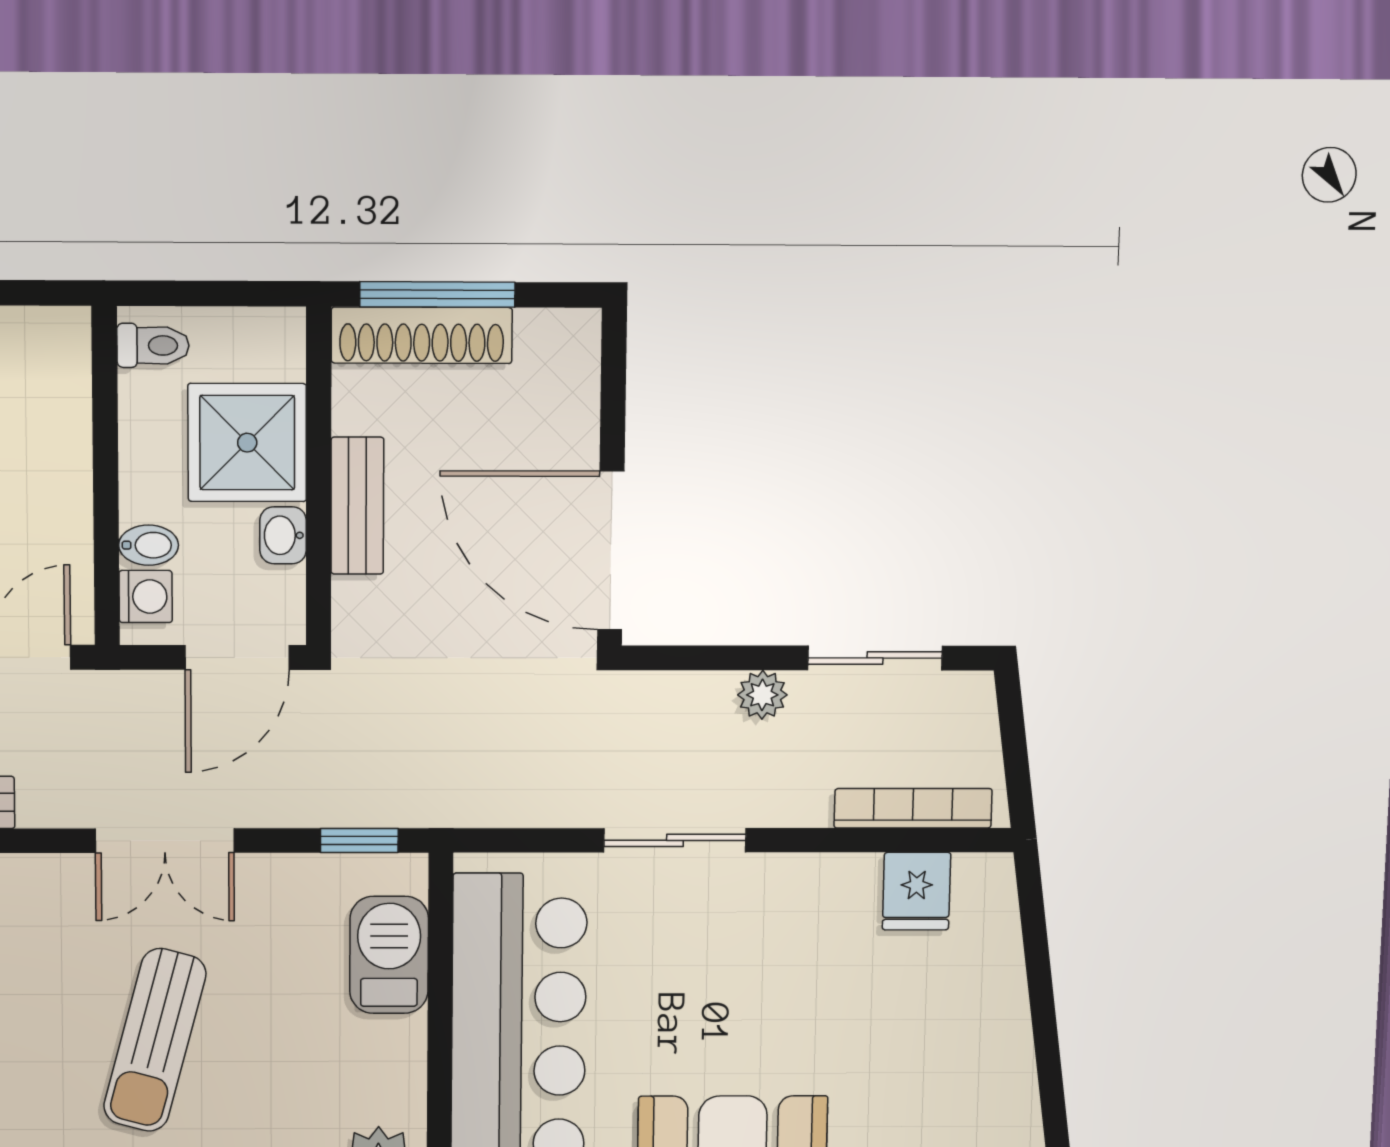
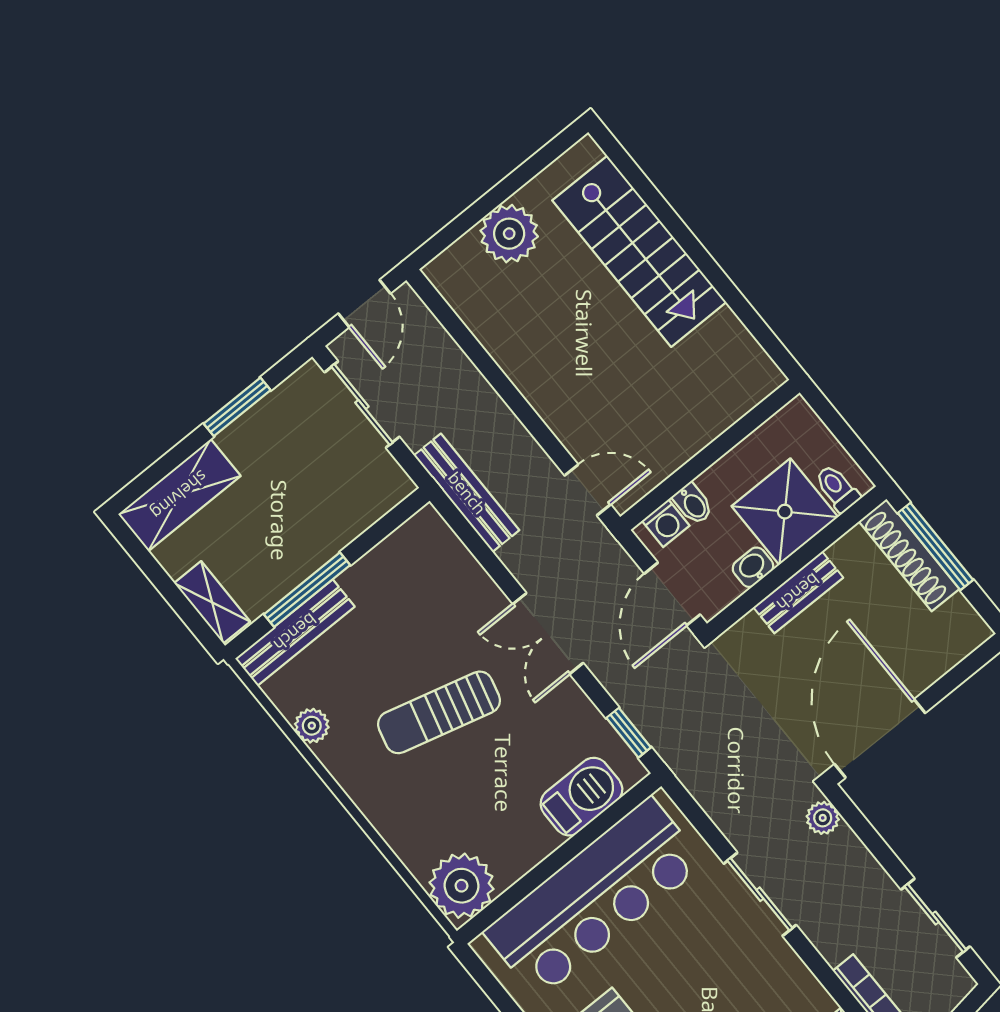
toilet: (153, 345) -> (837, 488), moved, turned 180
door: (237, 657) -> (672, 594), hinge flipped
plant: (762, 695) -> (823, 818), moved

